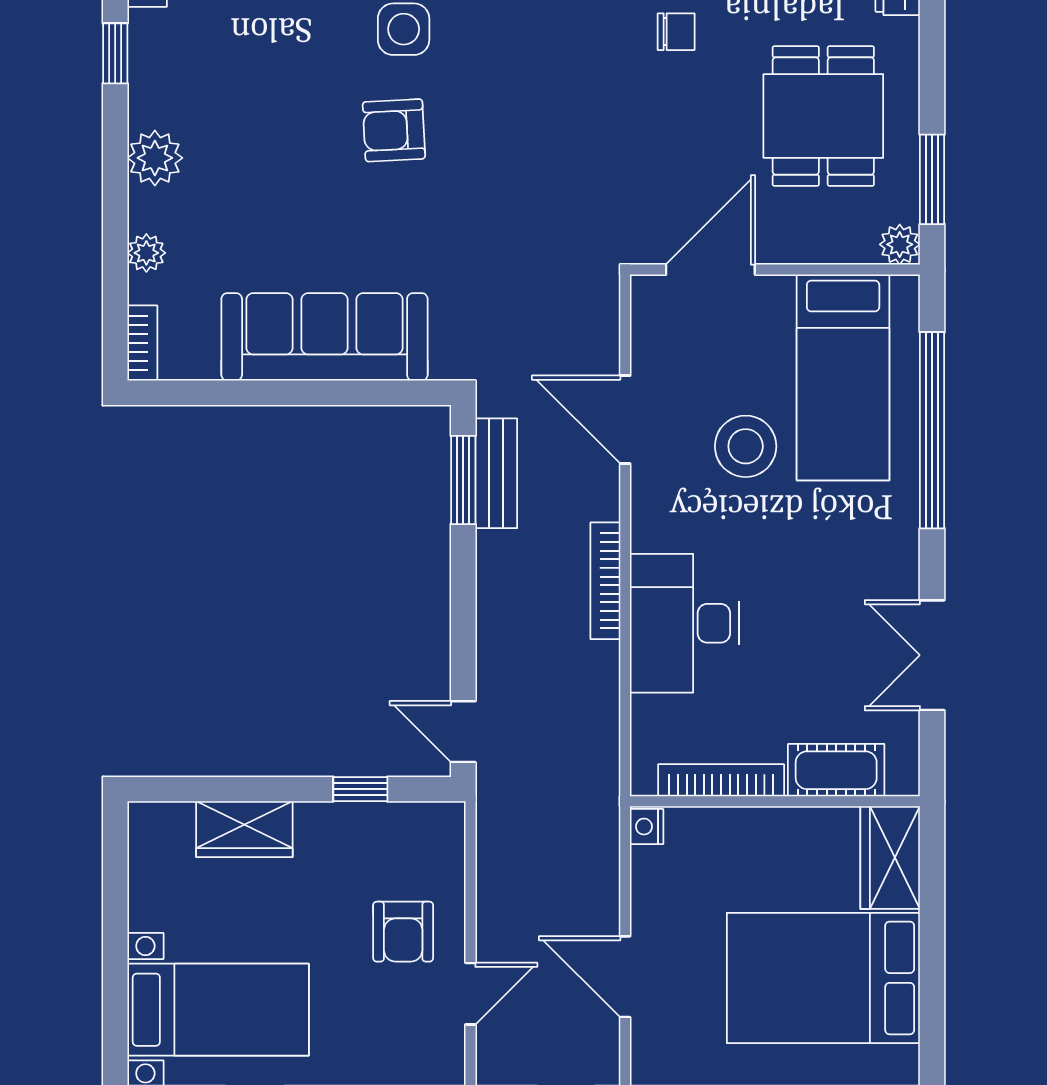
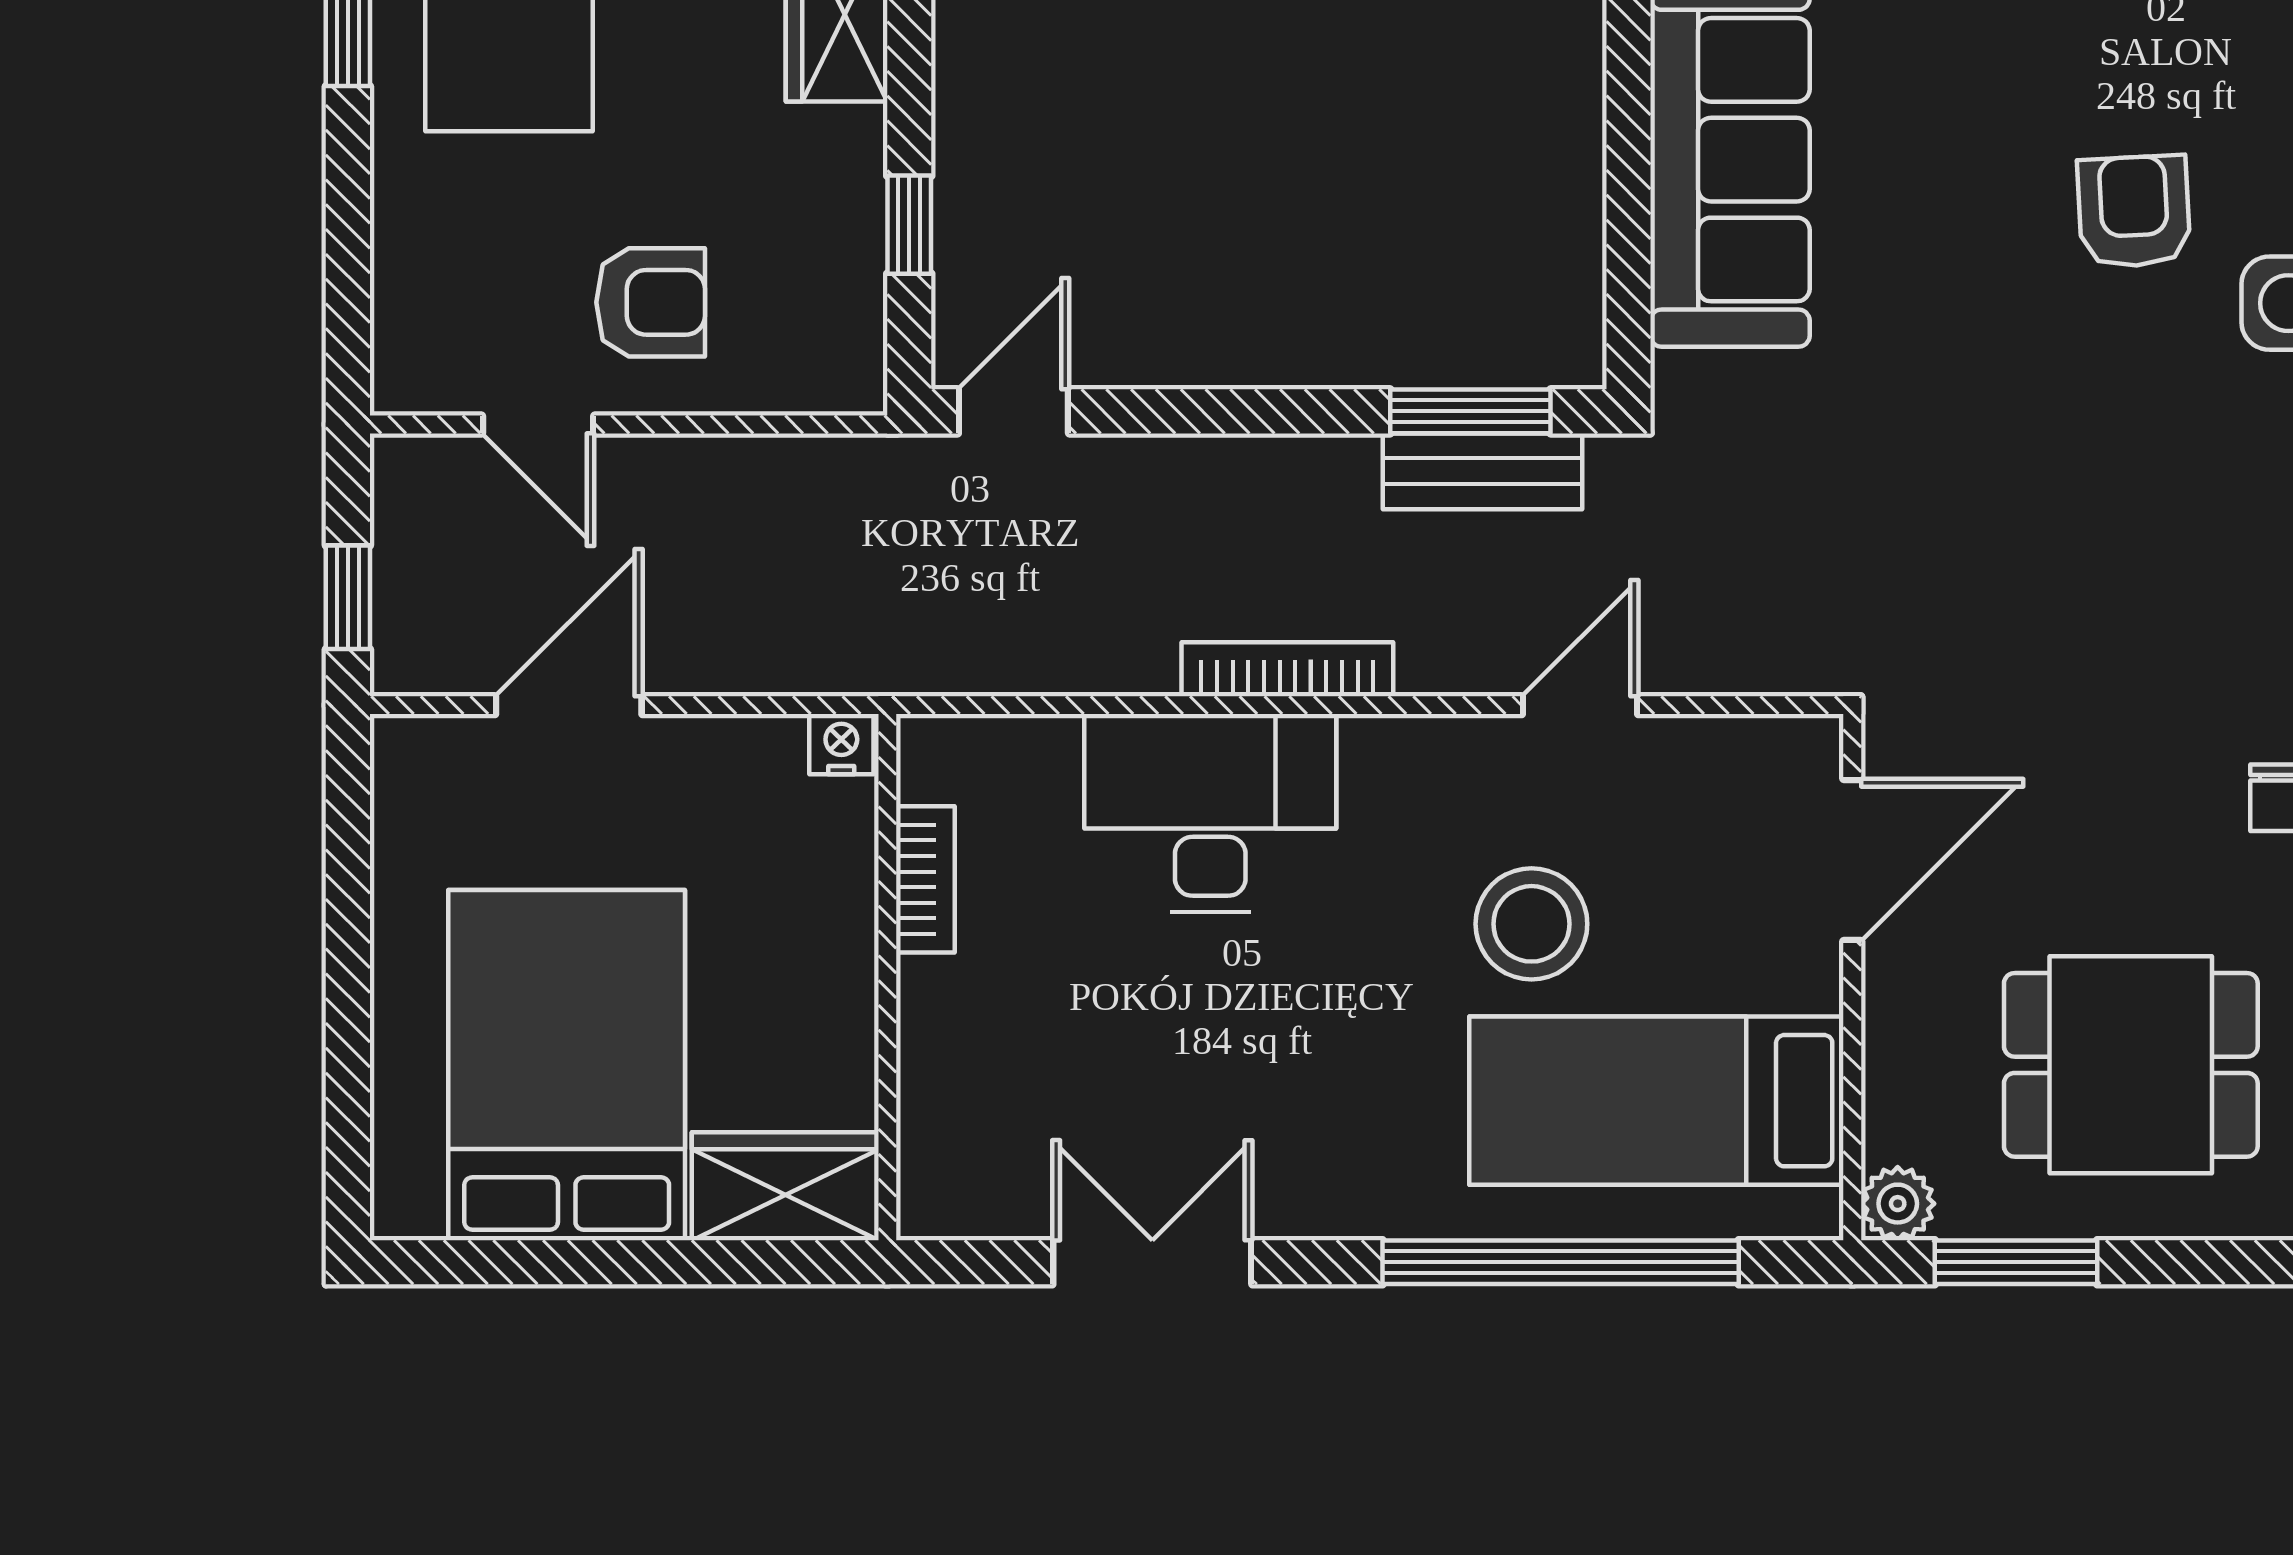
armchair: (394, 130) -> (2134, 211), moved
door: (710, 270) -> (1852, 860), hinge flipped
door: (625, 420) -> (1580, 705), width x0.73
cot: (836, 770) -> (944, 1088), removed
bookcase: (721, 780) -> (925, 879), width x0.64
armchair: (403, 932) -> (651, 302), turned 180

